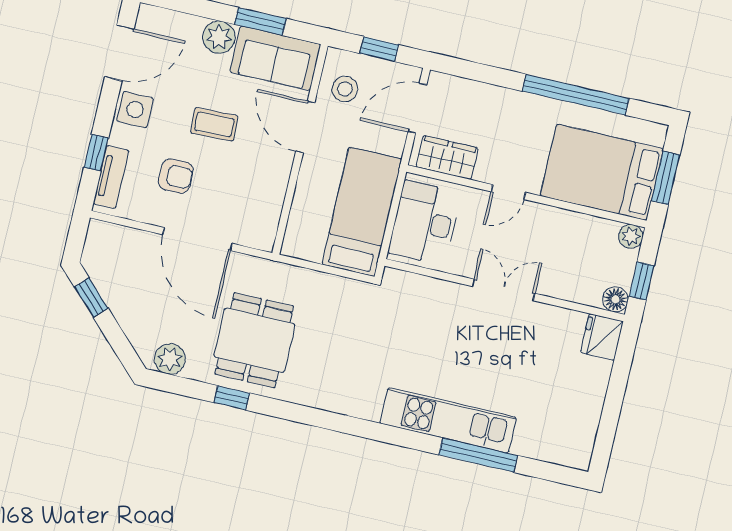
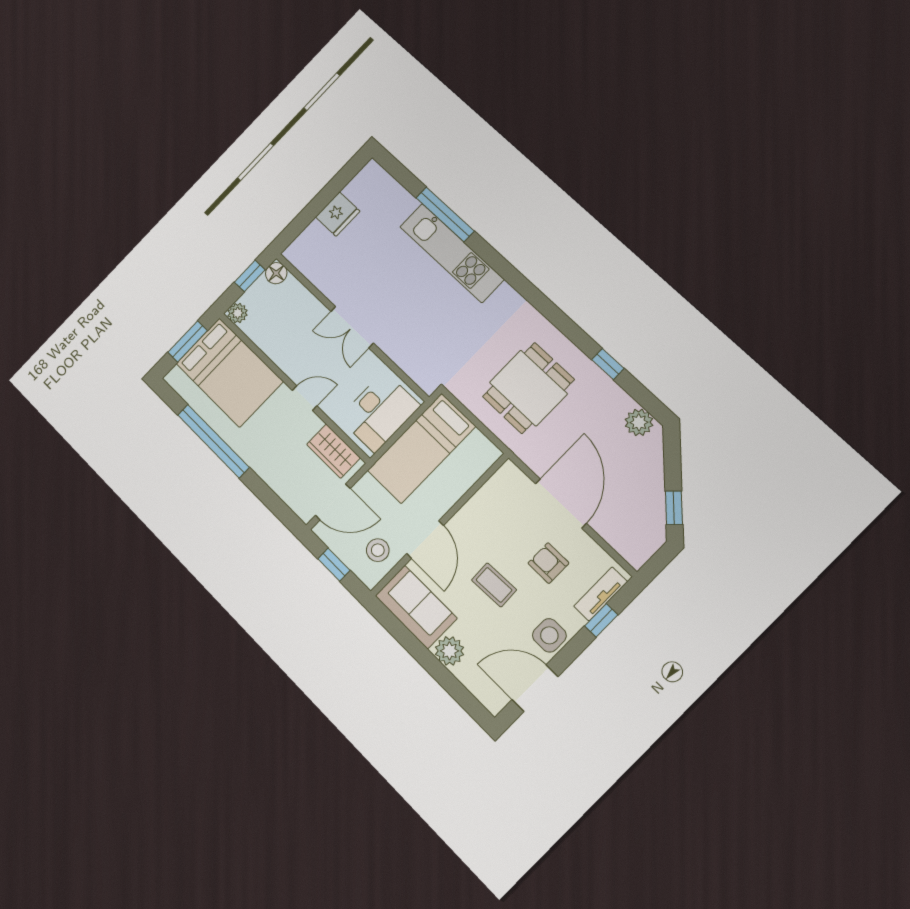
window: (260, 21) -> (410, 643), removed
fridge: (602, 337) -> (338, 214), moved
dining table: (254, 340) -> (528, 388), moved

